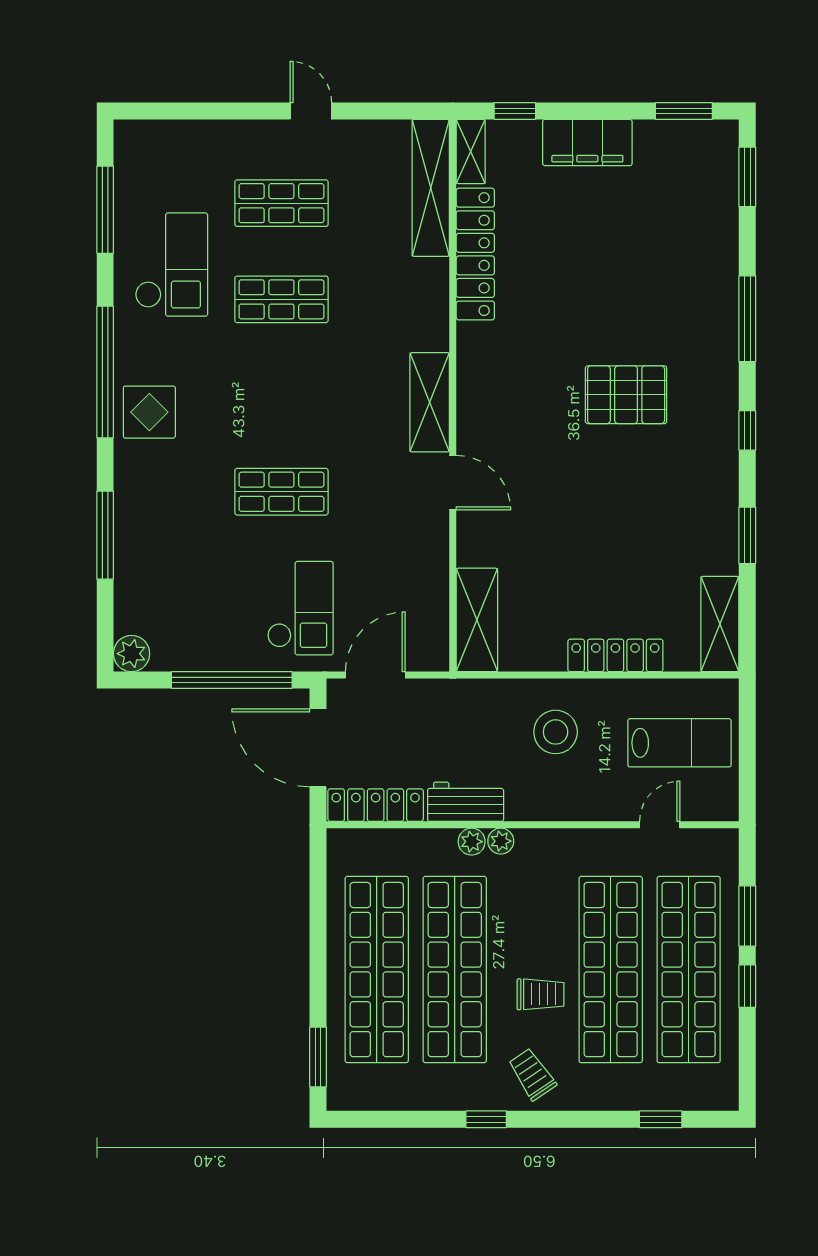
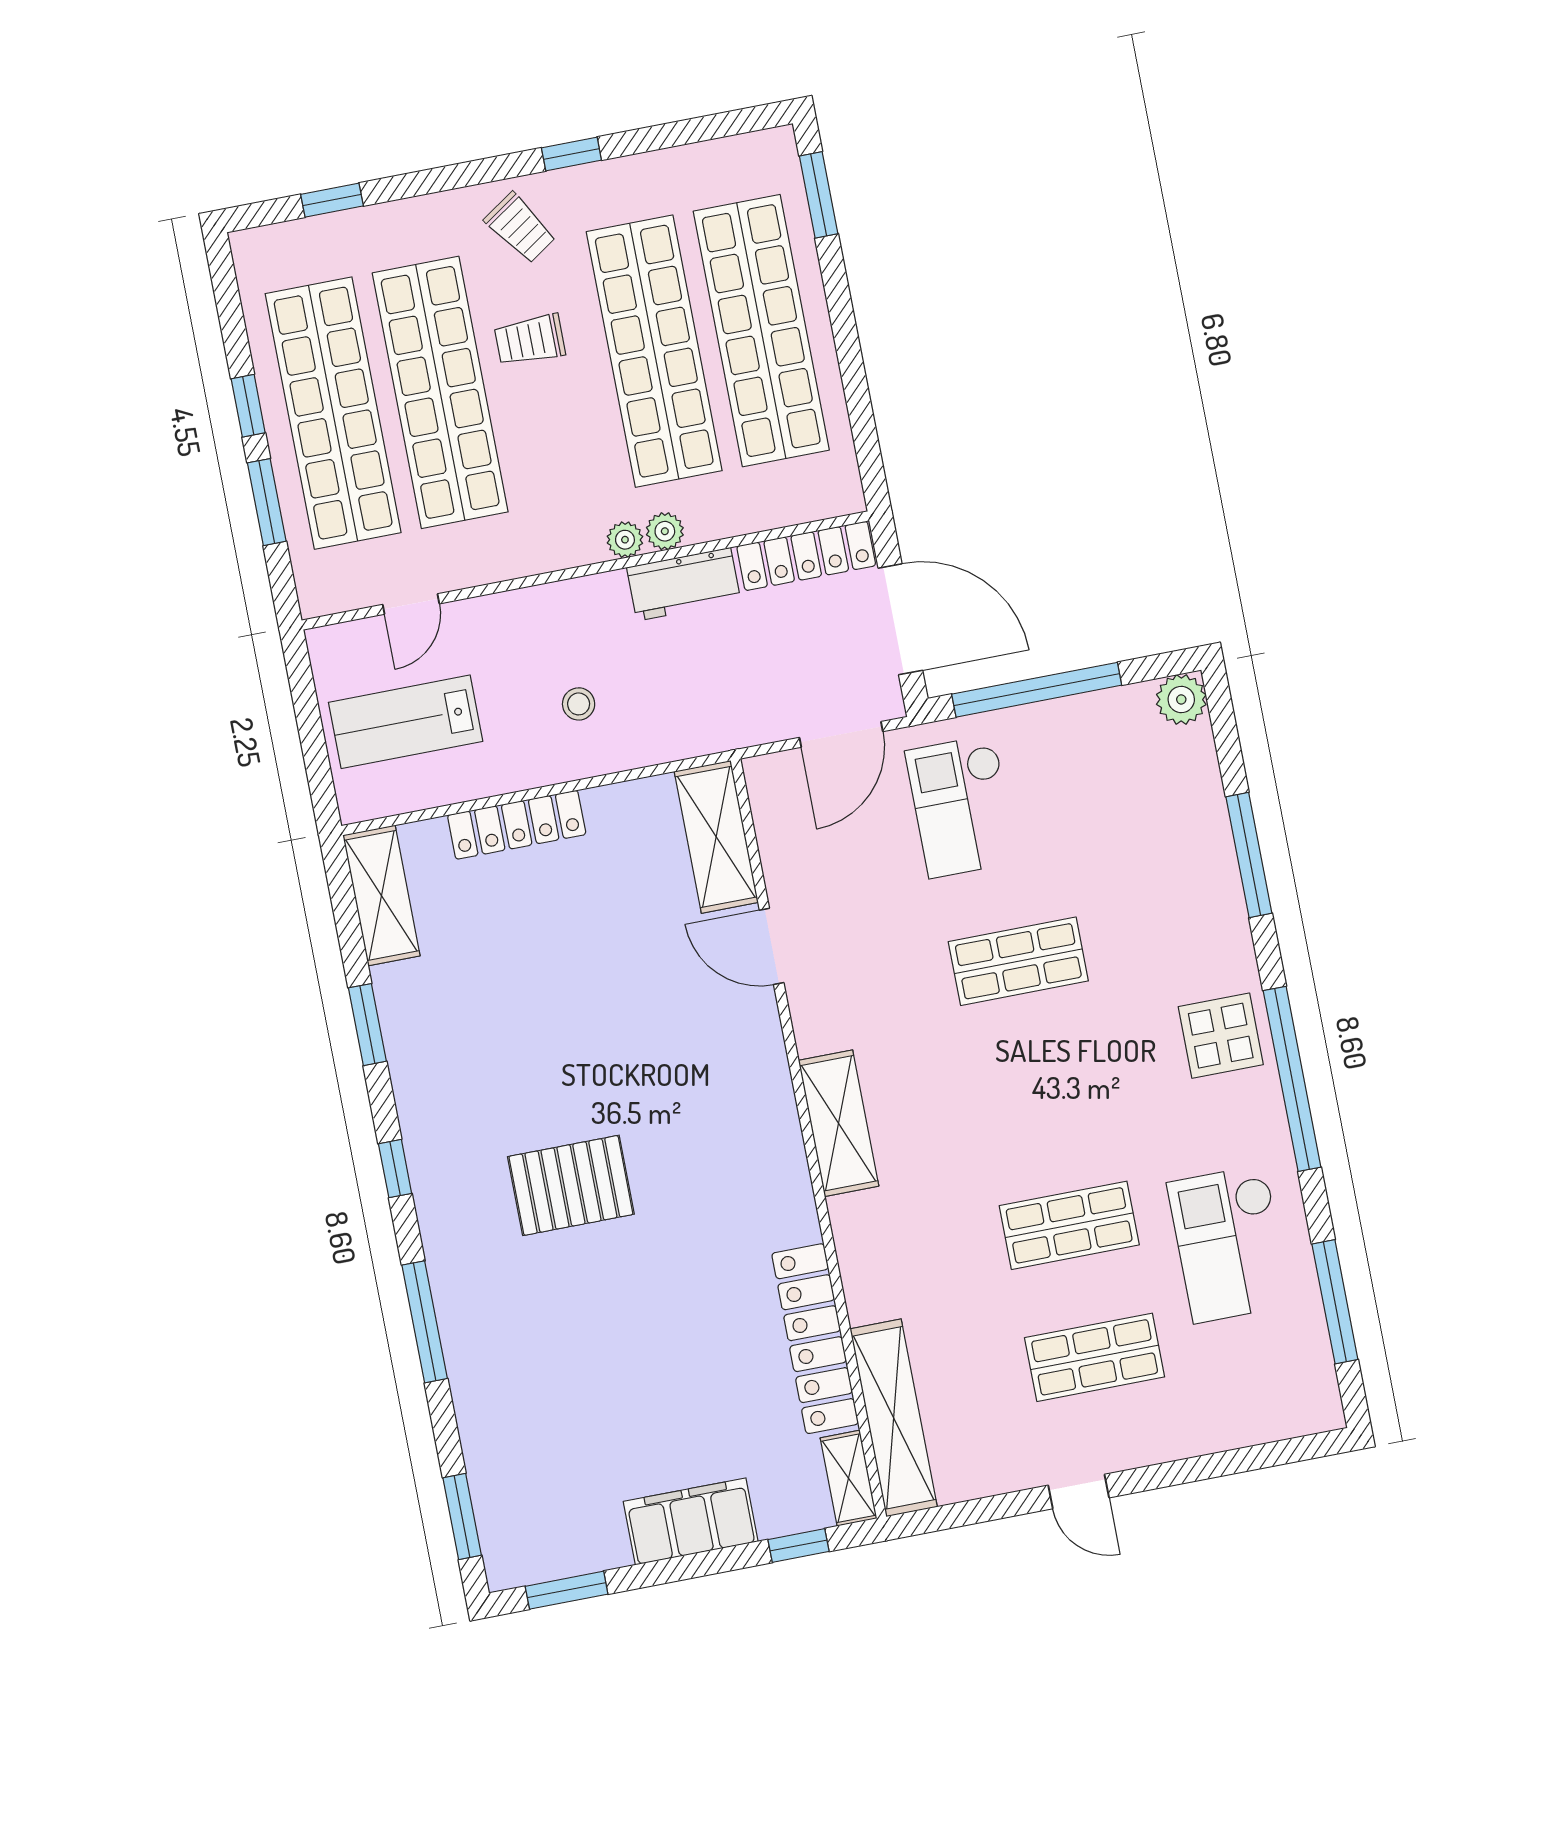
door: (453, 483) -> (772, 946), moved
stool: (556, 732) -> (579, 704), width x0.53, depth x0.53

